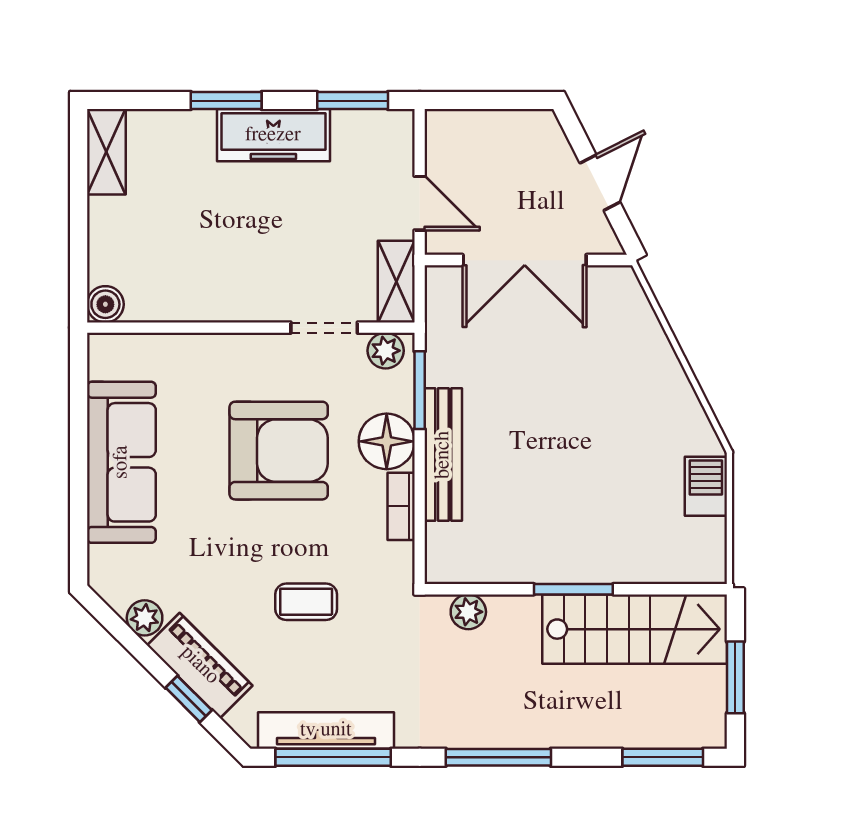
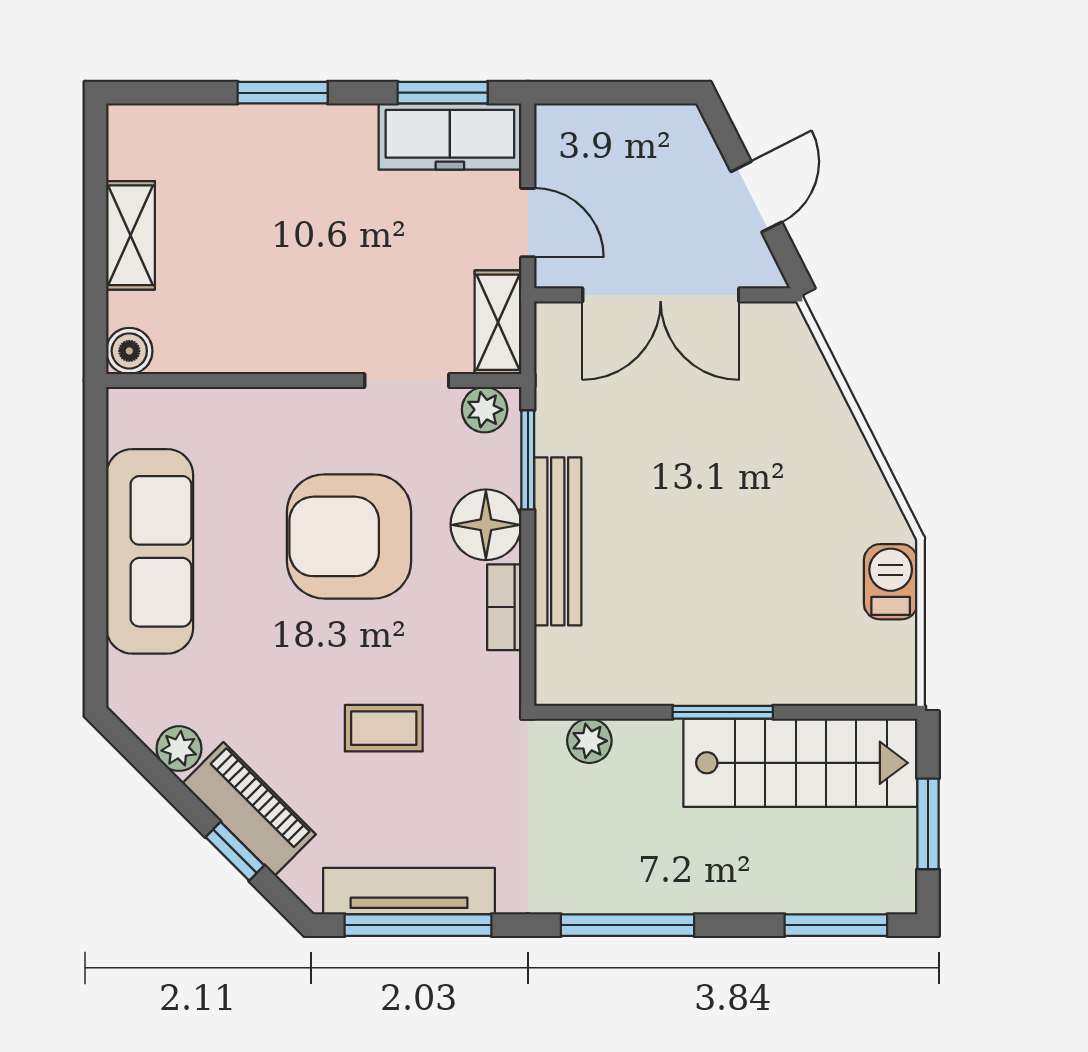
freezer: (273, 135) -> (450, 137), moved
shelving: (106, 152) -> (131, 235), moved
armchair: (279, 451) -> (349, 536), turned 180

